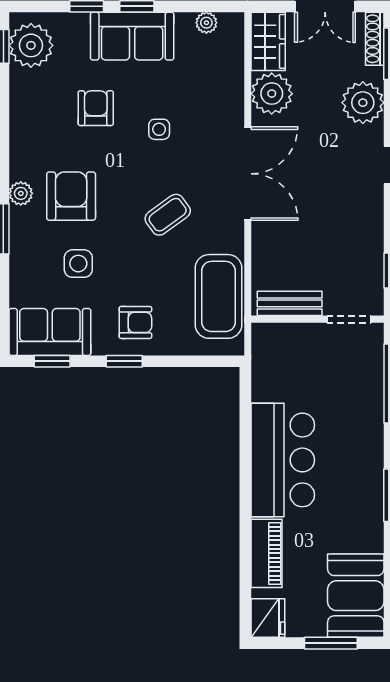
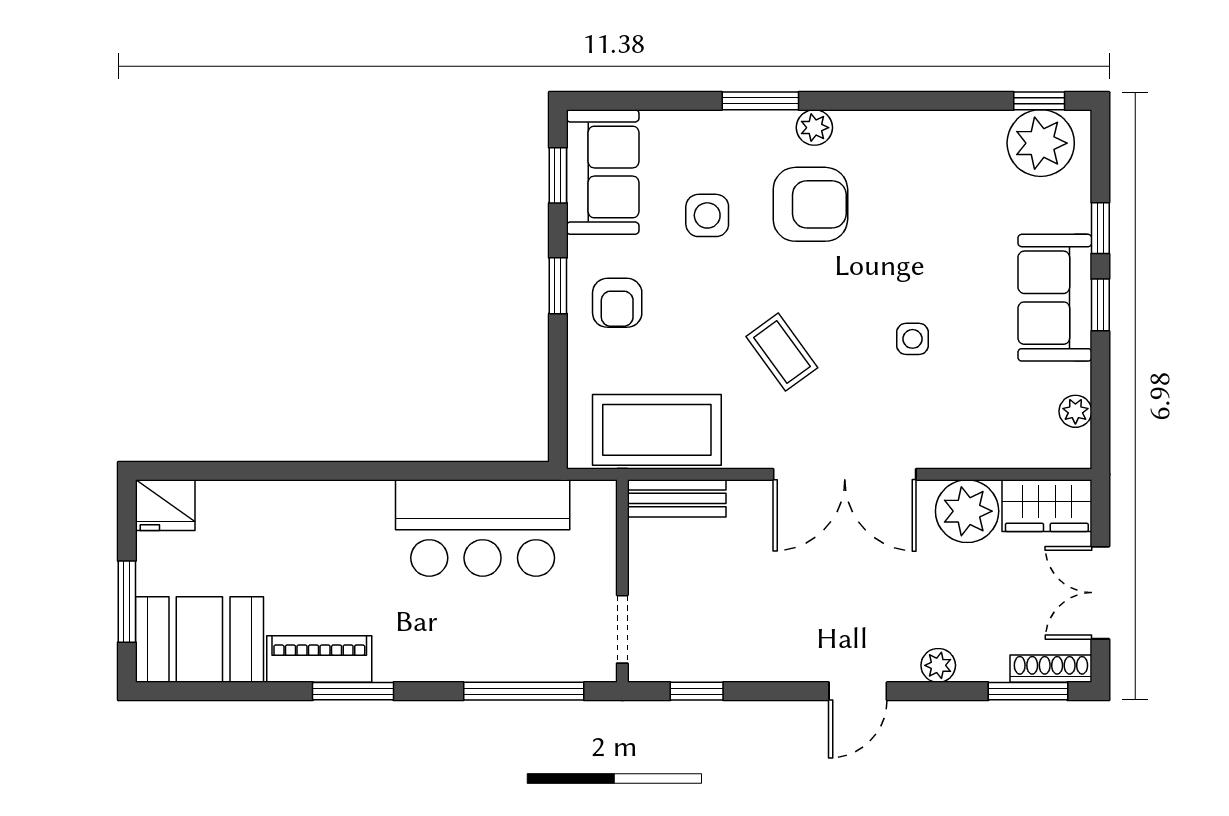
plant: (363, 103) -> (938, 665), width x0.53, depth x0.53
armchair: (96, 108) -> (945, 242), removed
bench: (290, 303) -> (677, 498), moved, turned 90
bar counter: (283, 460) -> (483, 528), moved
piano: (266, 553) -> (319, 659), moved, turned 180

